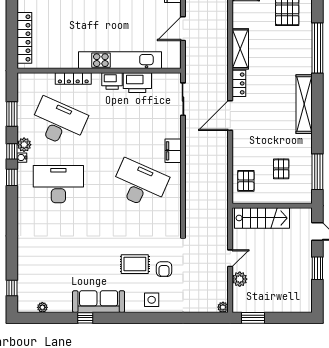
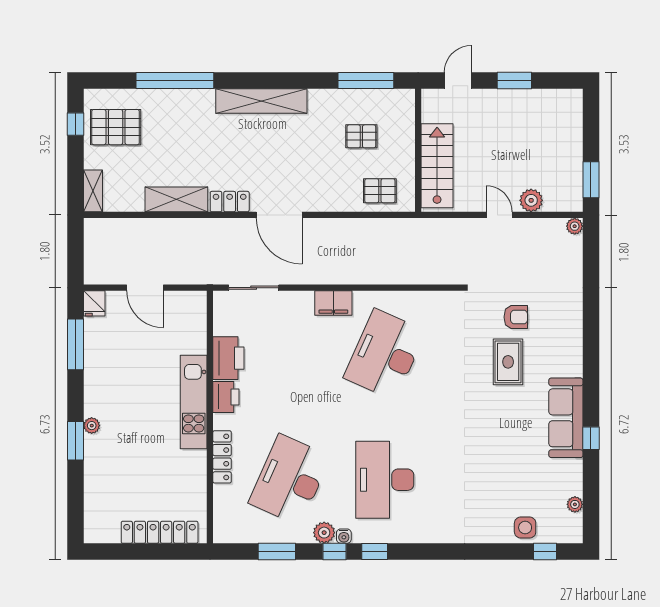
kitchen unit: (120, 60) -> (194, 402), width x0.73
side table: (152, 300) -> (525, 528), moved

